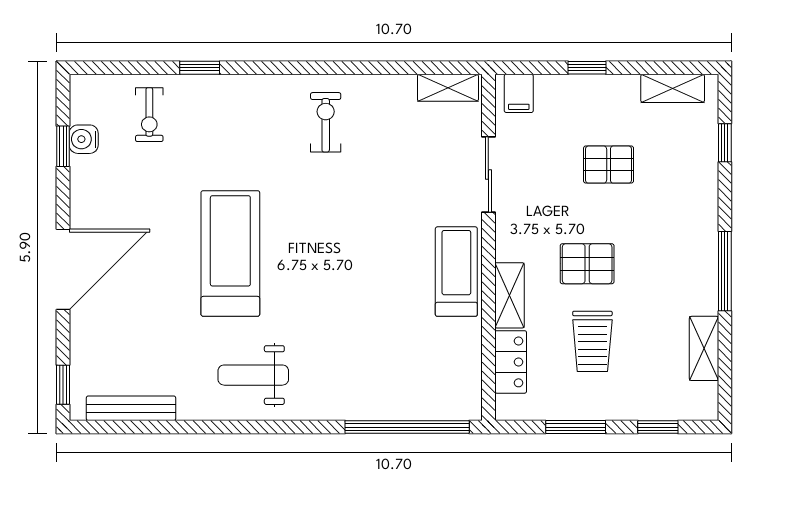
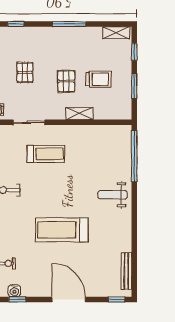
treadmill: (456, 272) -> (46, 154), moved, turned 180
shelving: (704, 348) -> (116, 33), moved
locker: (511, 362) -> (107, 113), removed
weight bench: (253, 375) -> (113, 195), moved, turned 90

